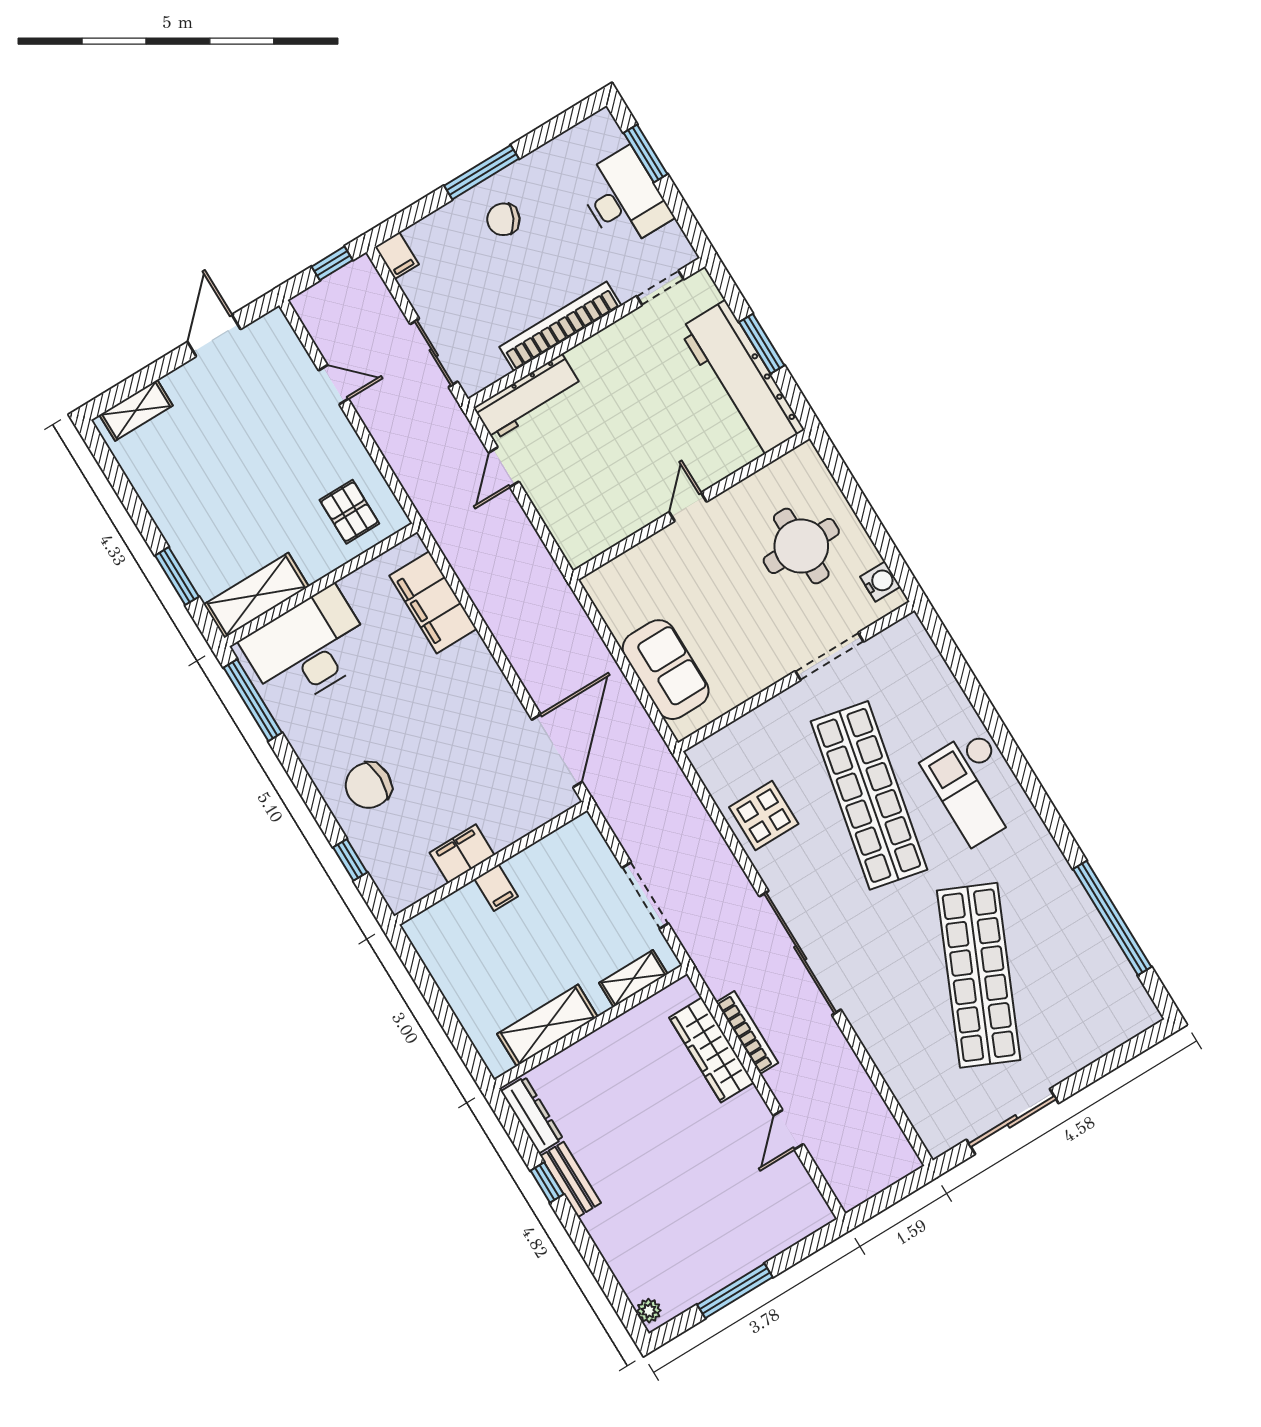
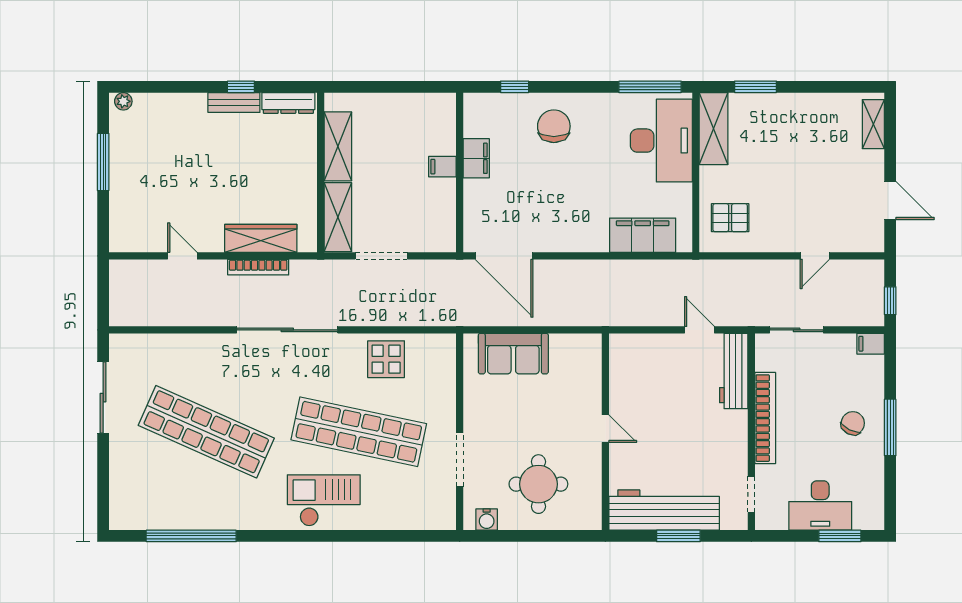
shelving: (633, 978) -> (338, 217), width x1.50, depth x1.33

